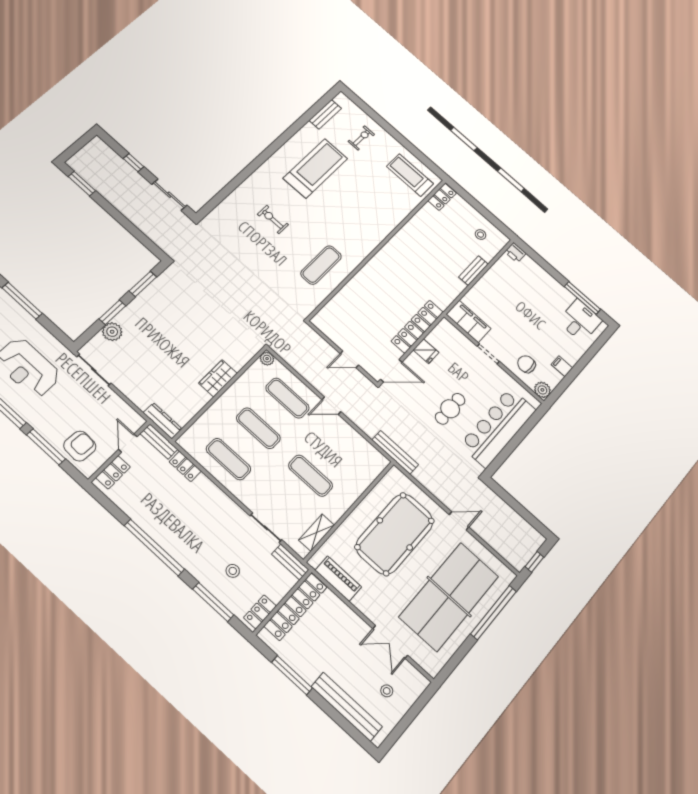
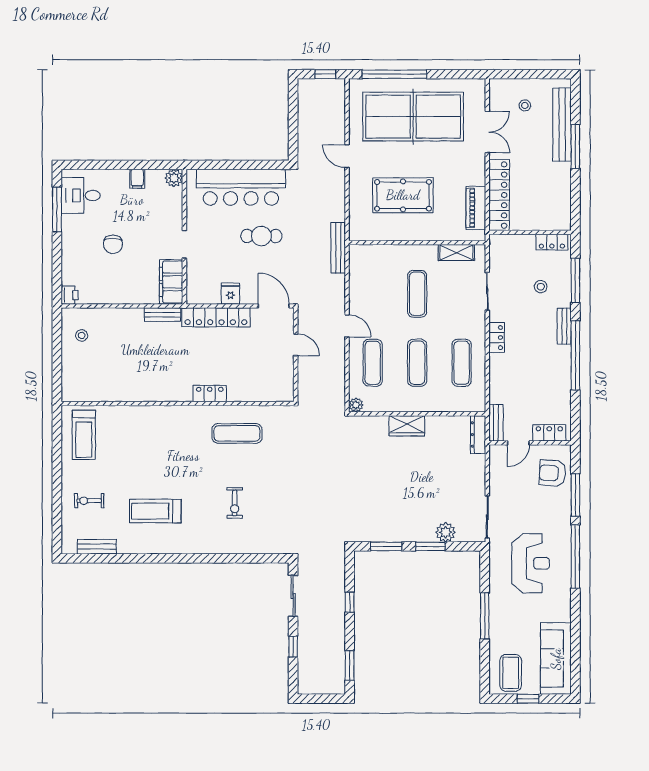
treadmill: (315, 168) -> (155, 511), width x0.73, depth x0.73
locker: (442, 197) -> (210, 393), moved
window: (127, 225) -> (350, 602), added
bench: (473, 271) -> (162, 315), moved
chair: (526, 364) -> (113, 244), moved
locker: (185, 466) -> (497, 338), moved
pool table: (395, 534) -> (403, 195), width x0.73, depth x0.76
bench: (290, 562) -> (564, 326), moved
locker: (296, 607) -> (499, 195), moved, turned 90
window: (292, 675) -> (575, 147), moved

